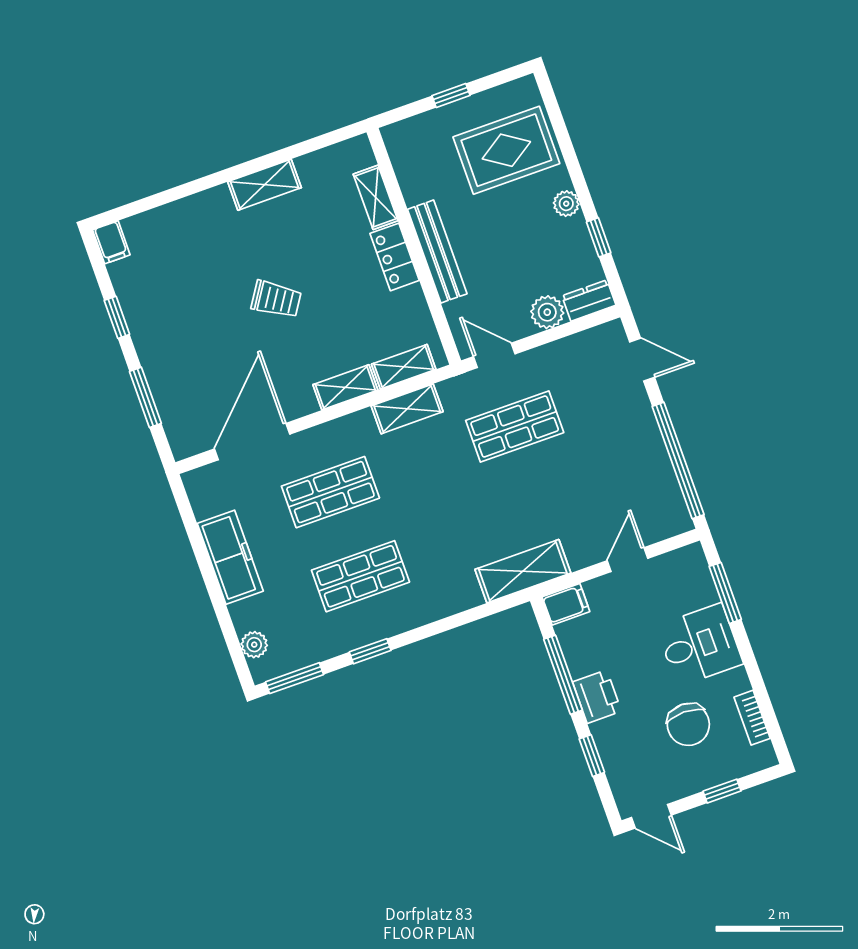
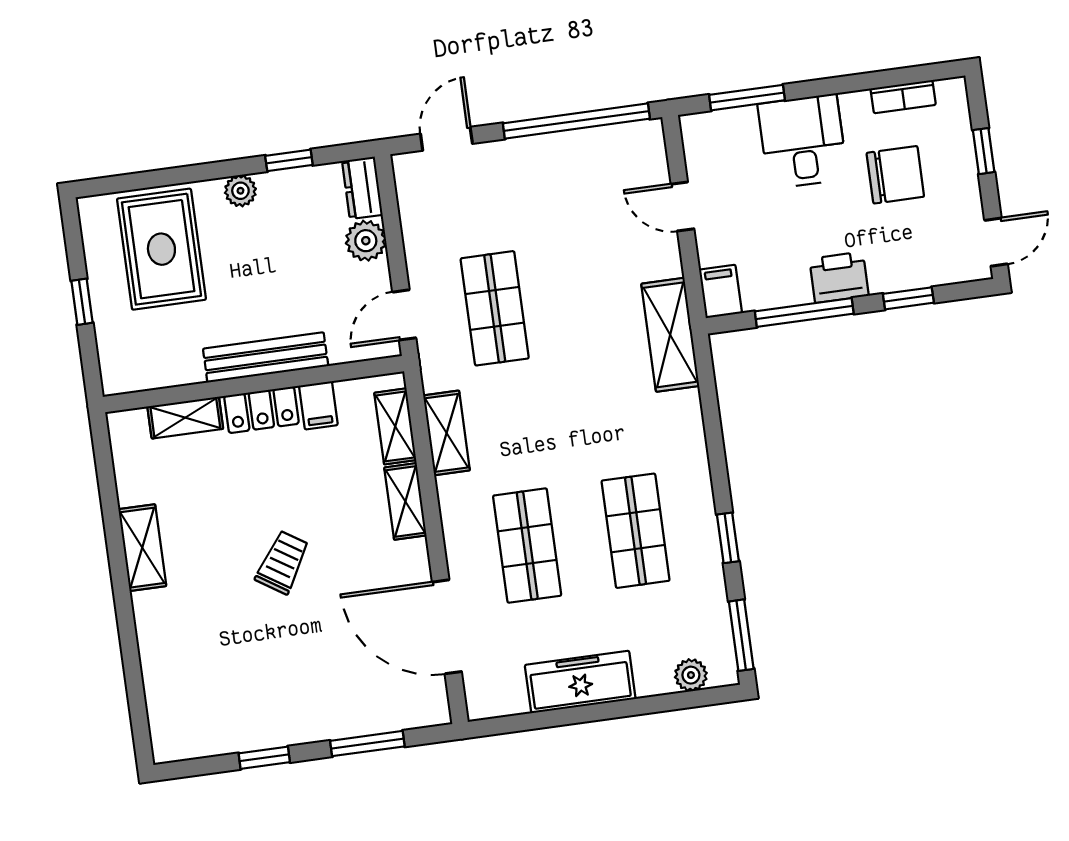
filing cabinet: (111, 242) -> (318, 405), moved, turned 90

